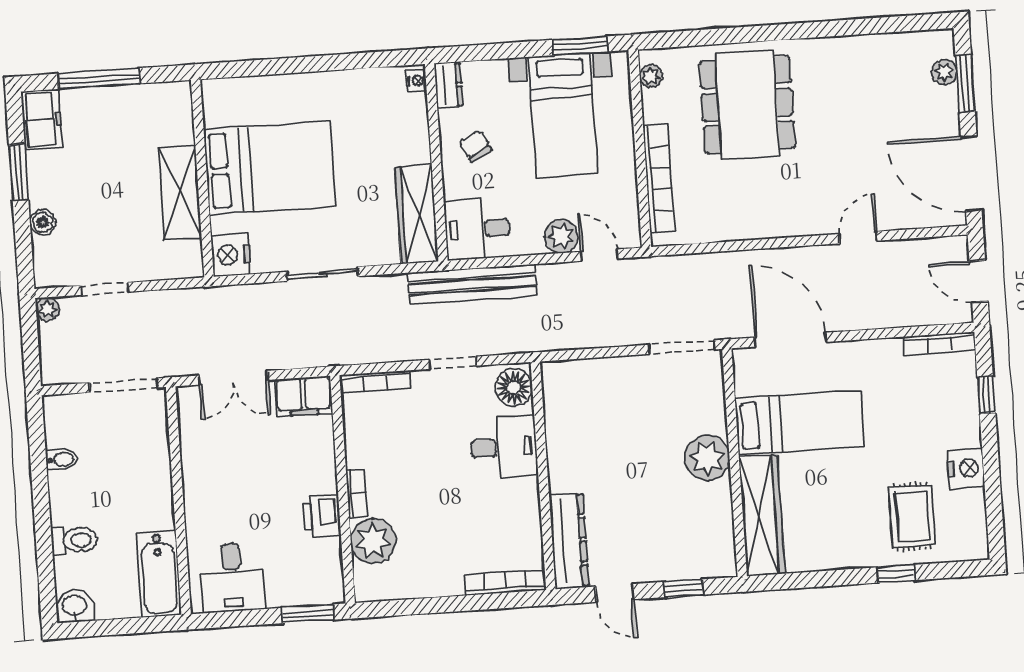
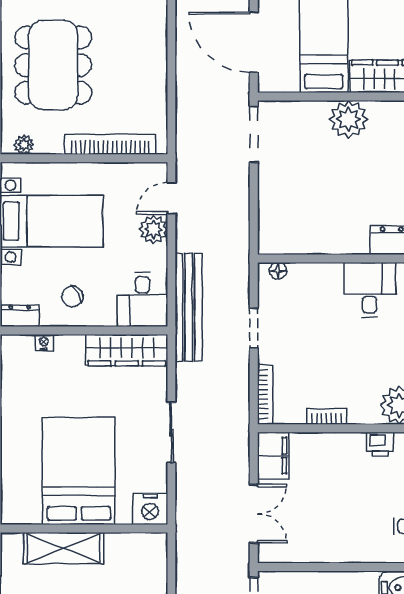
nightstand: (416, 81) -> (44, 343), moved
dining table: (747, 105) -> (53, 65), turned 90
shelving: (180, 192) -> (64, 548), moved
door: (790, 340) -> (254, 42), hinge flipped
floor lamp: (514, 388) -> (278, 271), width x0.53, depth x0.53
desk: (504, 447) -> (369, 290), moved
bookcase: (357, 494) -> (327, 416), moved
printer: (322, 516) -> (380, 444), width x0.73, depth x0.81

